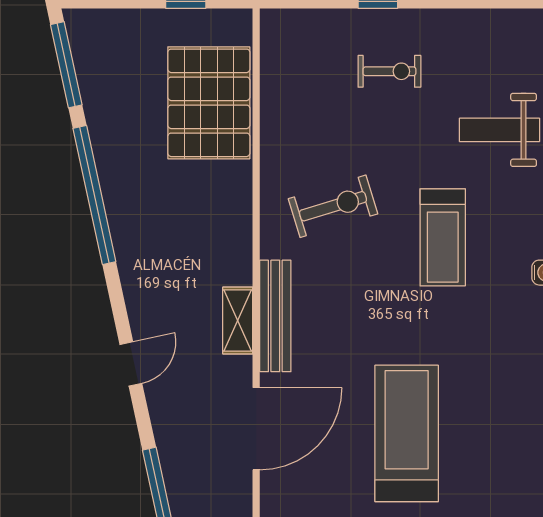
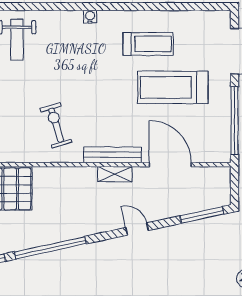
treadmill: (443, 237) -> (148, 44), moved

